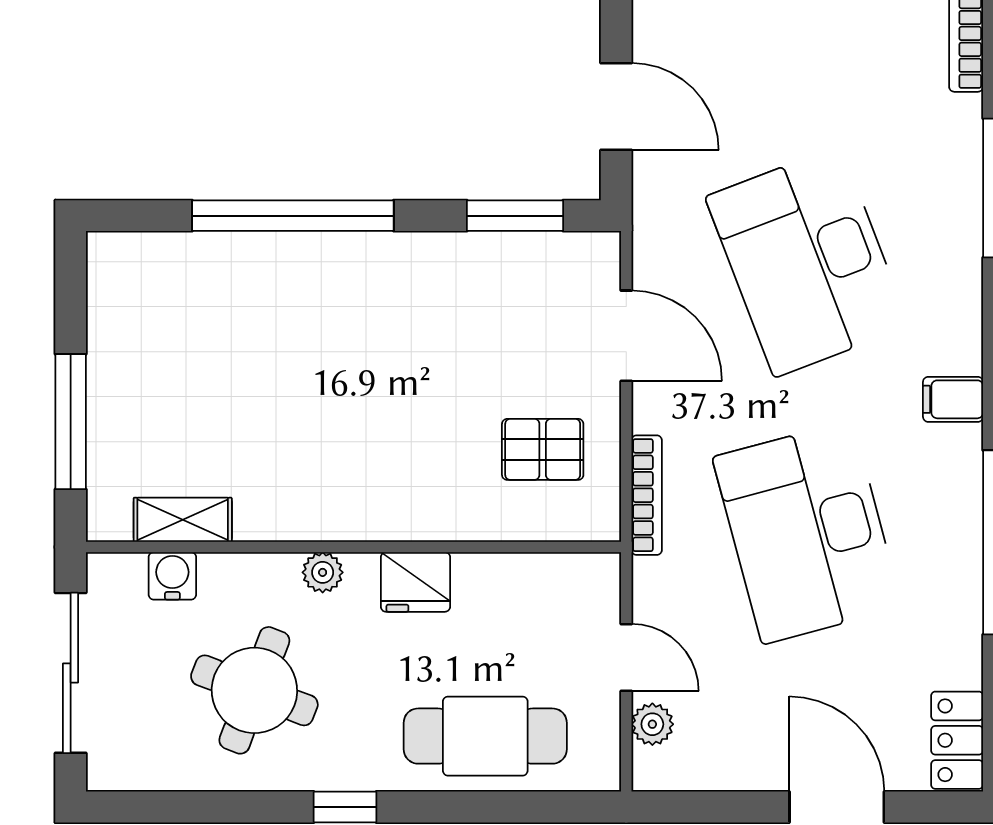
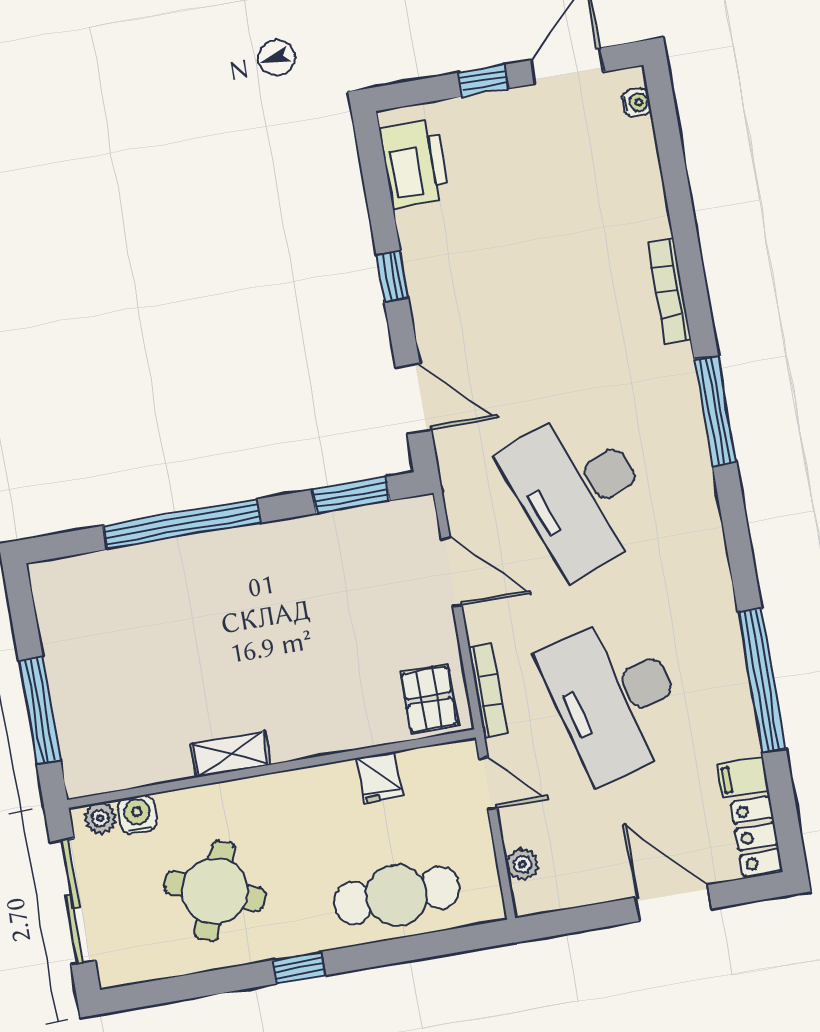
filing cabinet: (953, 399) -> (743, 777), moved
pallet: (543, 449) -> (429, 699), moved, turned 90
shelving: (183, 520) -> (230, 754), moved
plant: (323, 572) -> (100, 818), moved
fridge: (415, 582) -> (380, 777), moved, width x0.72
door: (626, 657) -> (488, 783), moved

